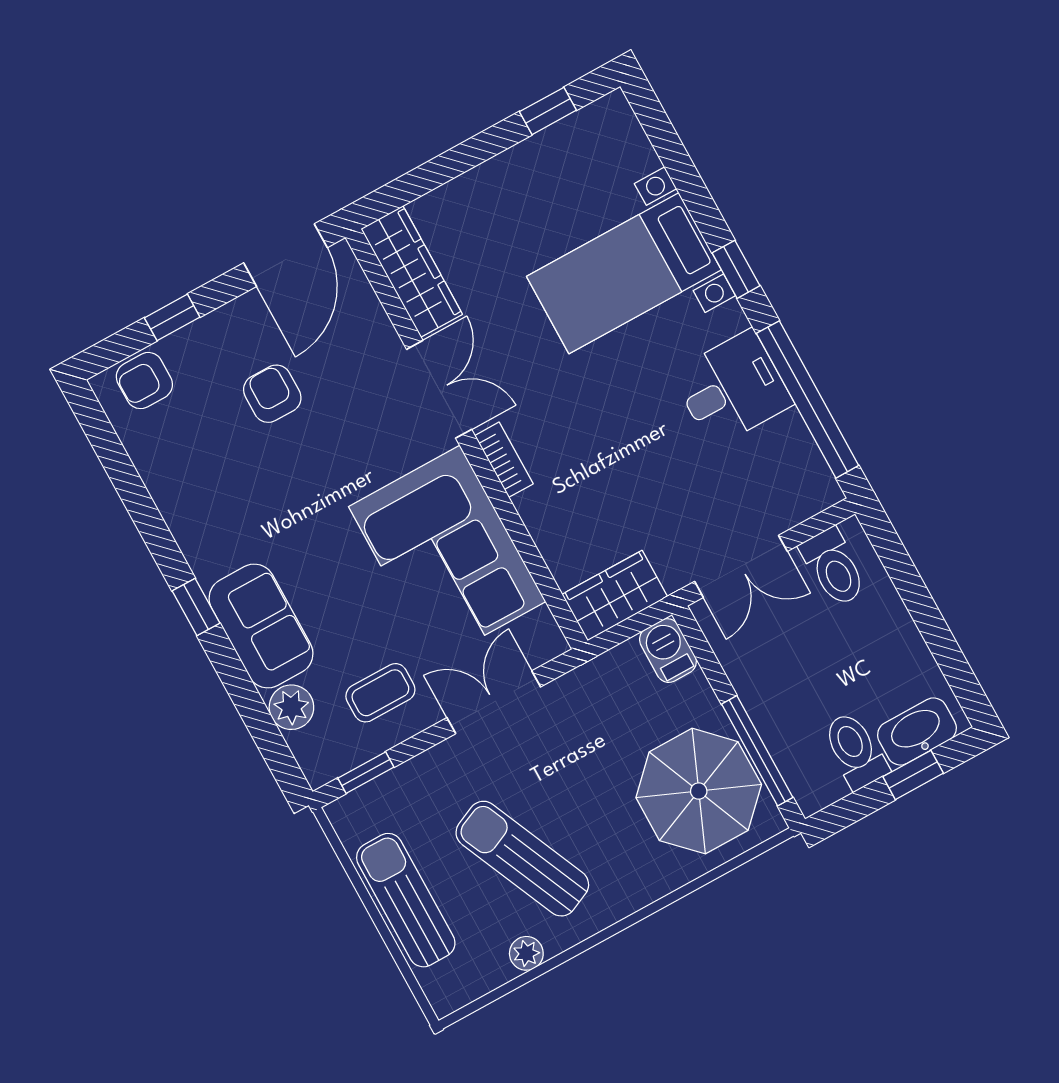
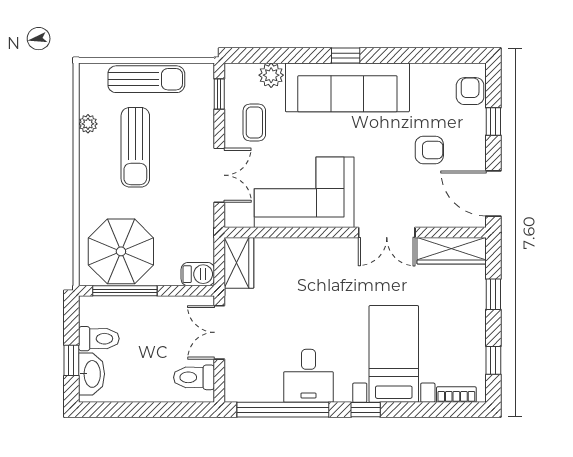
window: (444, 168) -> (493, 294), added
bookcase: (504, 460) -> (456, 395), moved, turned 180
sofa: (261, 626) -> (347, 87), width x1.85, depth x1.27
sun lounger: (522, 859) -> (135, 147), turned 114

